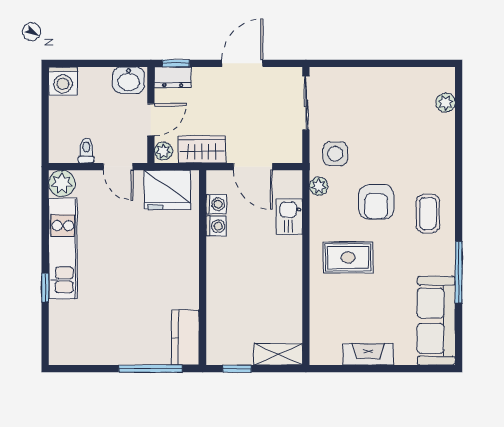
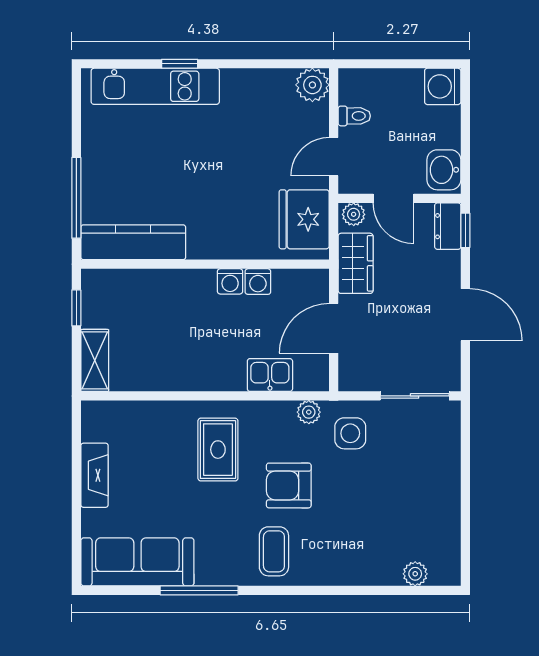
washing machine: (216, 204) -> (230, 281), moved
coffee table: (428, 214) -> (274, 551), turned 90
kitchen unit: (63, 249) -> (155, 86), moved
kitchen counter: (185, 338) -> (133, 242), width x1.50

